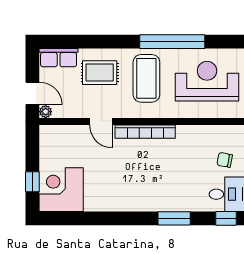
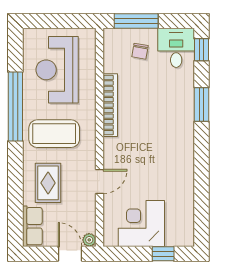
door: (32, 93) -> (70, 254), hinge flipped
bookcase: (145, 132) -> (110, 105), moved
corner desk: (61, 190) -> (141, 224), moved, turned 90

